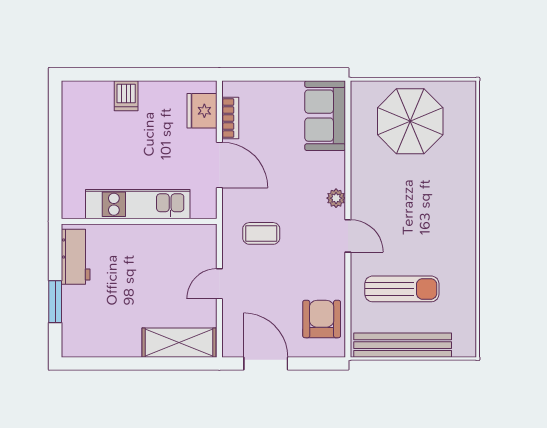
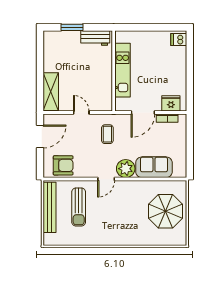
dishwasher: (126, 96) -> (179, 39), moved
sofa: (325, 116) -> (154, 167), moved
plant: (336, 198) -> (126, 169), width x1.88, depth x1.88

